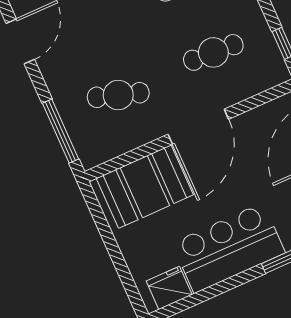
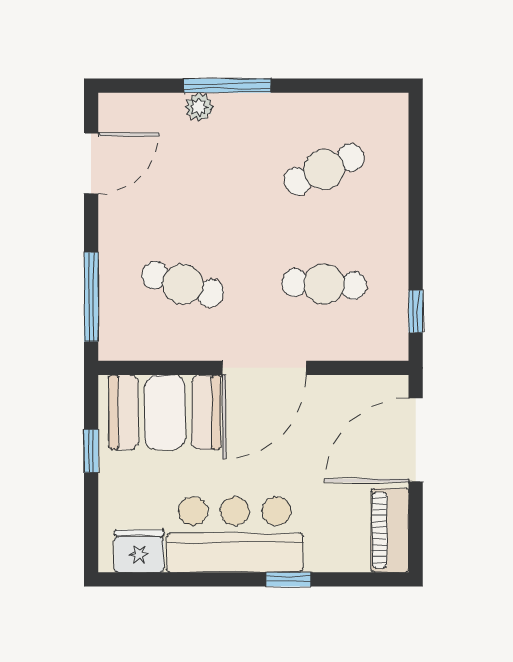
window: (107, 235) -> (91, 451), added

